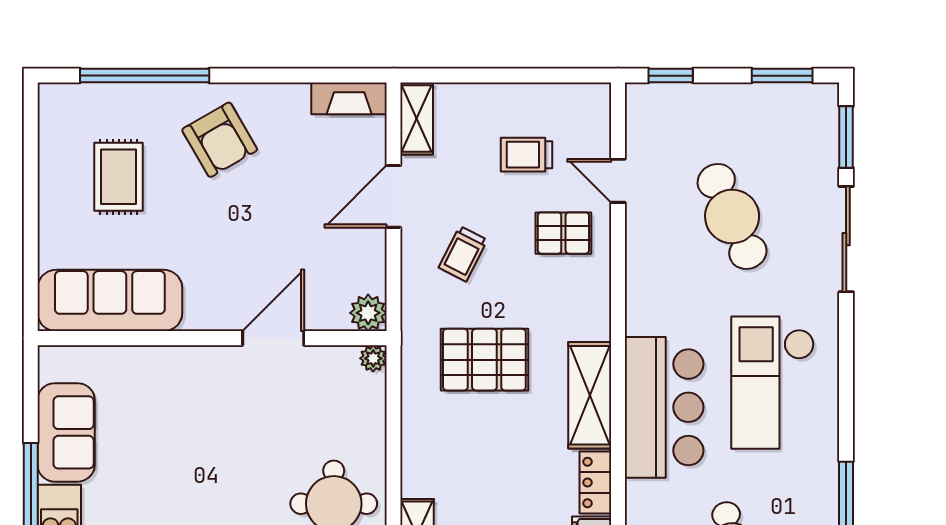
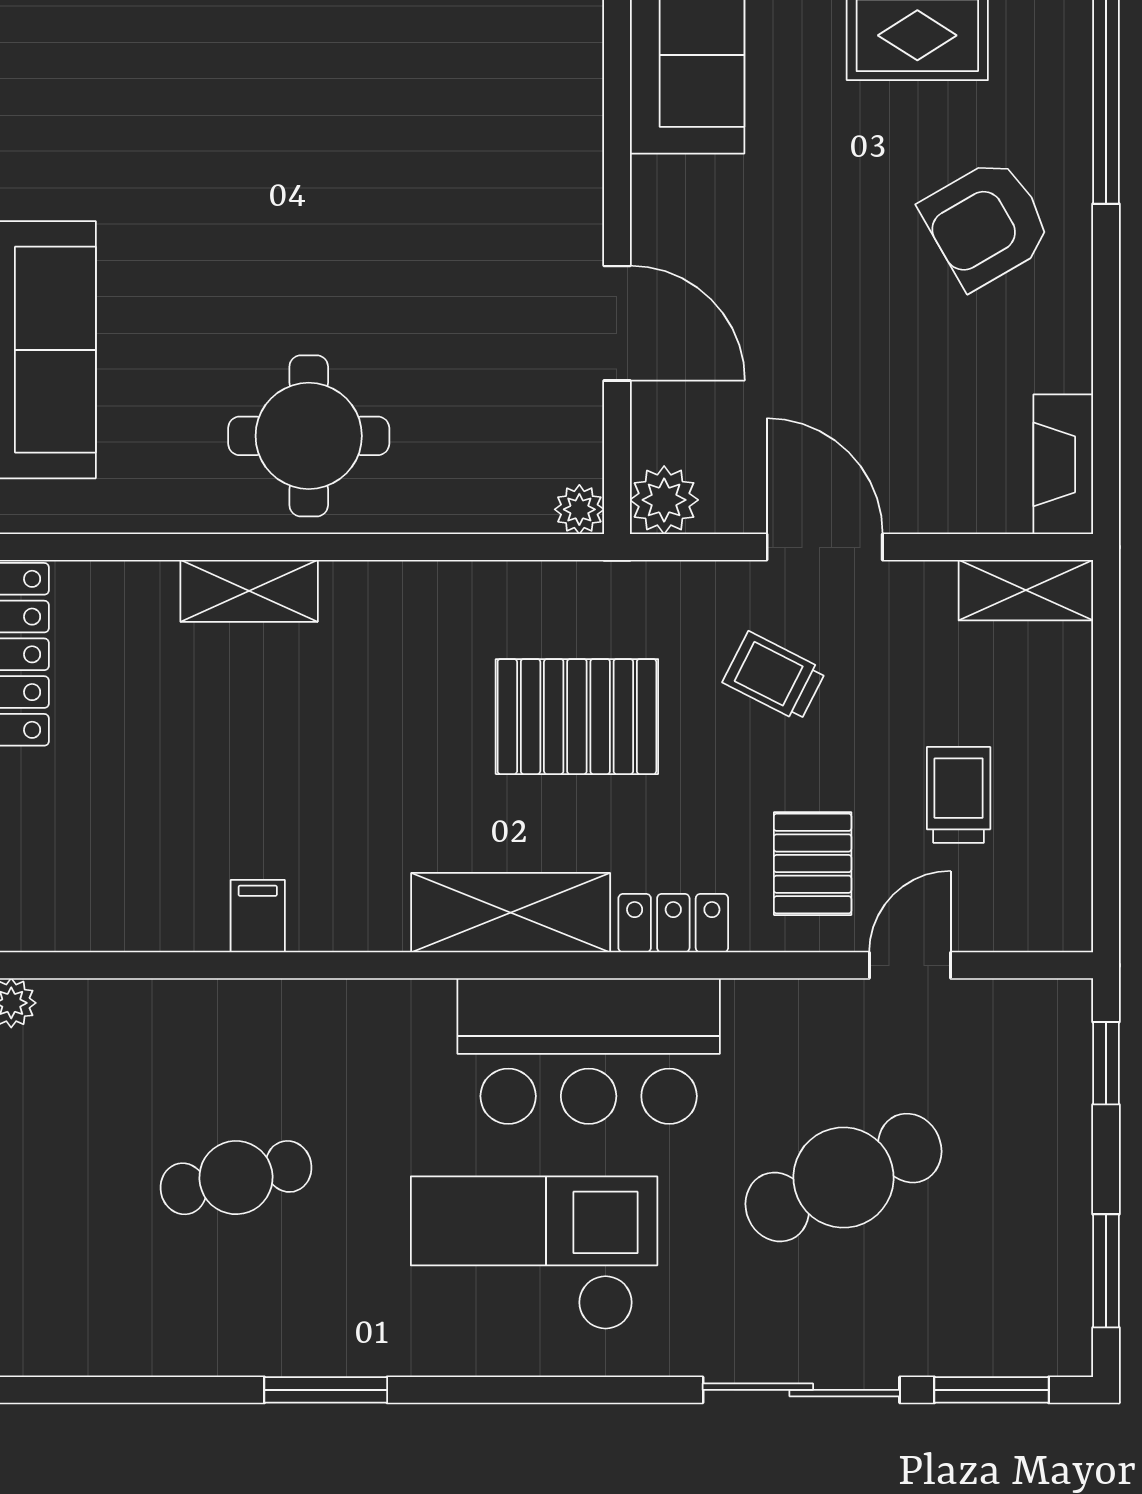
door: (393, 196) -> (825, 547), moved
pallet: (484, 360) -> (577, 717), turned 90
bar counter: (664, 407) -> (589, 1051), moved
locker: (595, 483) -> (673, 923), moved

